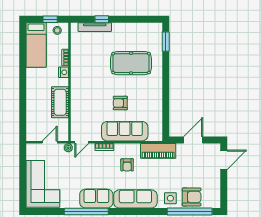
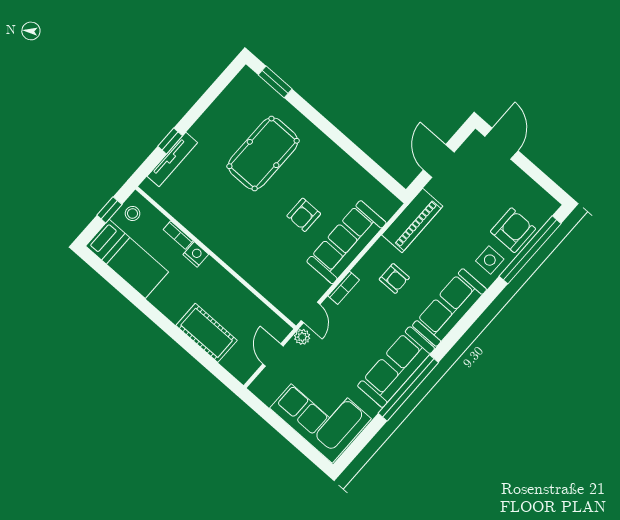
cot: (60, 102) -> (207, 333), moved
sofa: (96, 199) -> (396, 367), width x1.36

